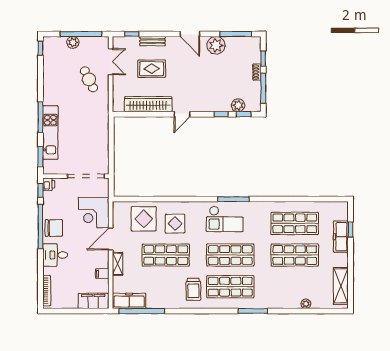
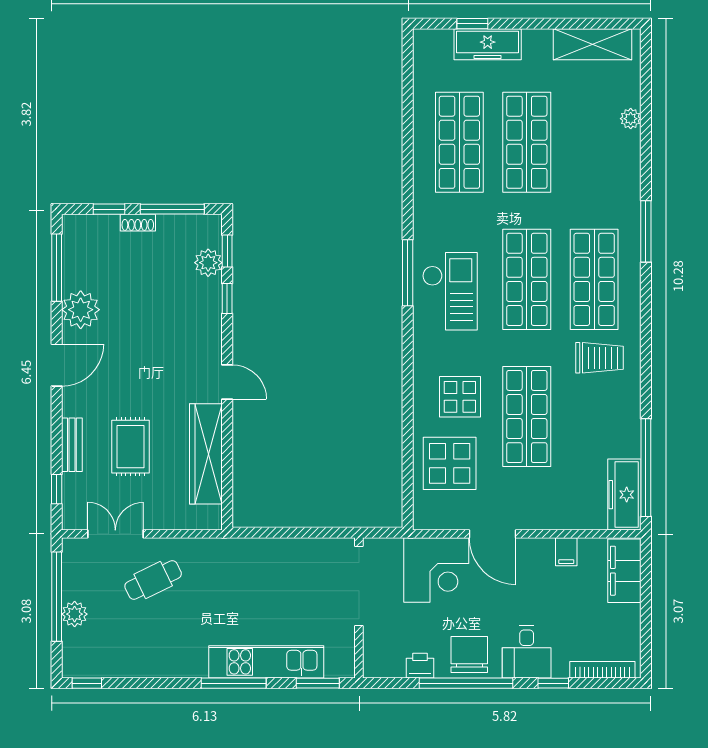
printer: (49, 184) -> (420, 666), moved
window: (40, 190) -> (553, 683), moved
shelving: (118, 264) -> (546, 519), removed

